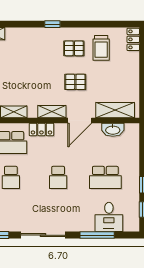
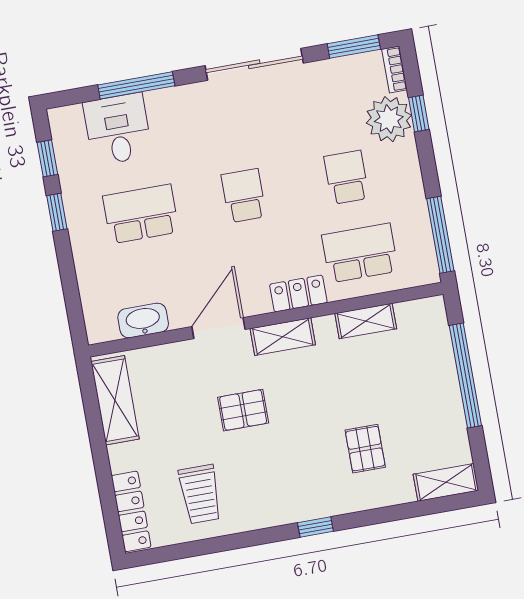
locker: (133, 39) -> (131, 511), width x1.53
pallet: (74, 48) -> (365, 449), moved, turned 90
trolley: (101, 48) -> (200, 494), turned 180
shelving: (115, 110) -> (115, 400), moved, turned 90

